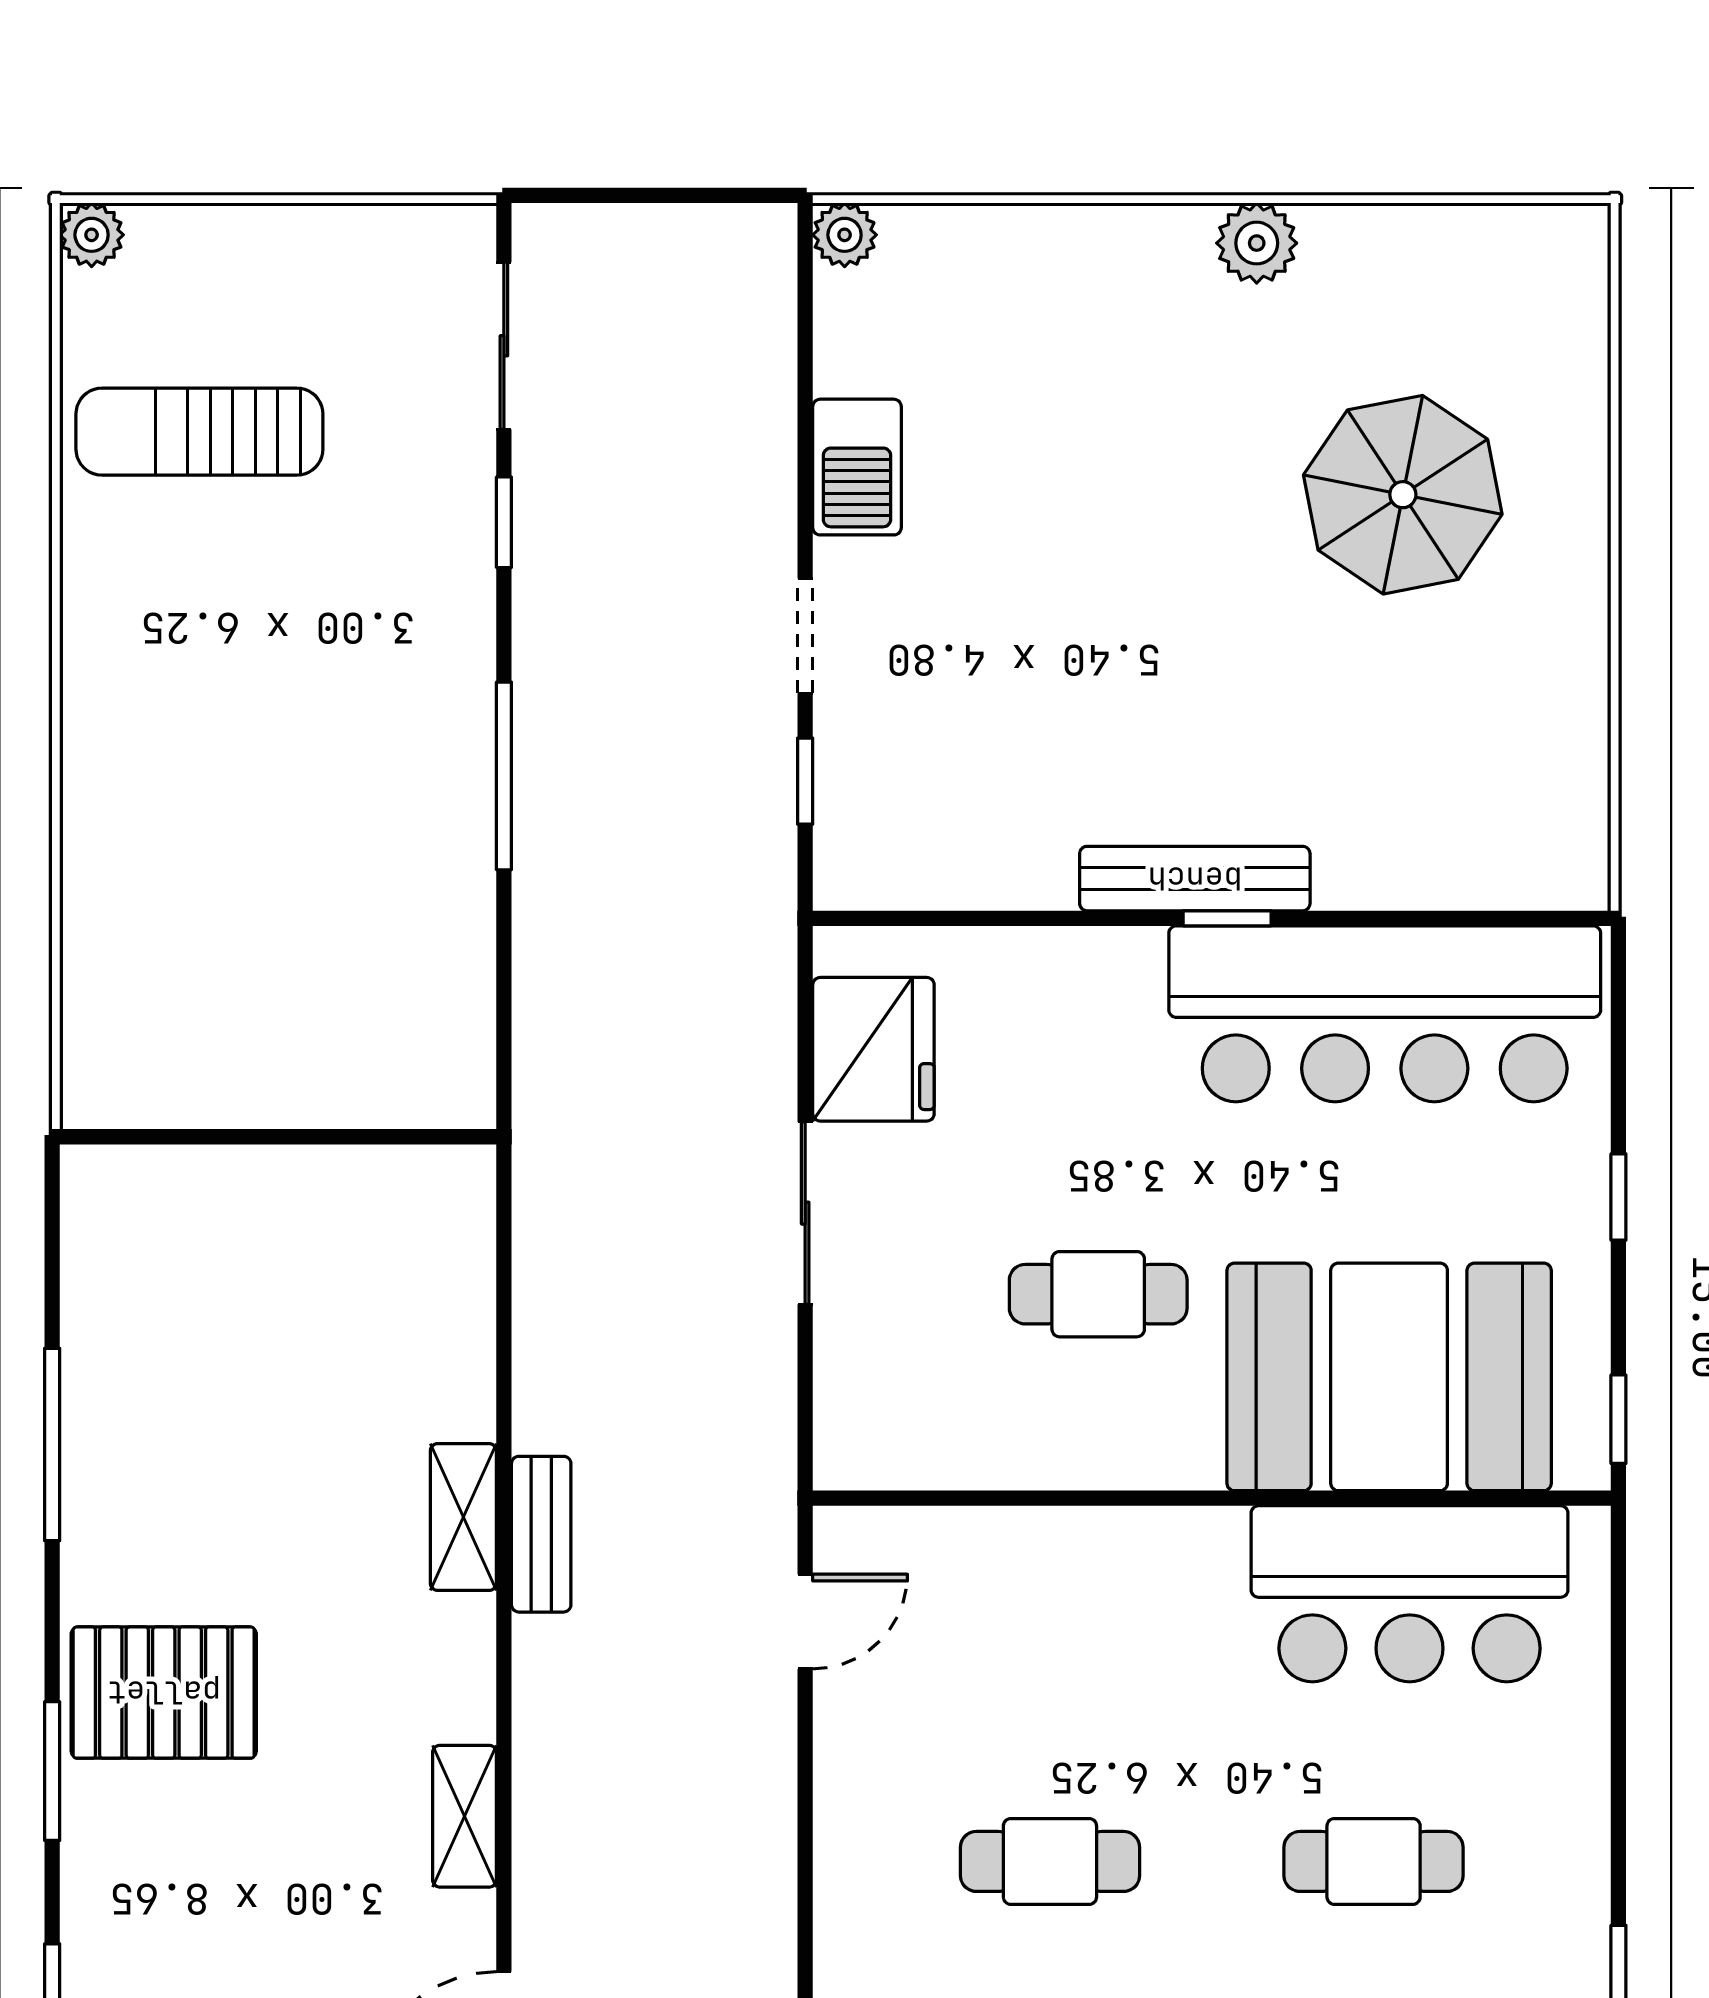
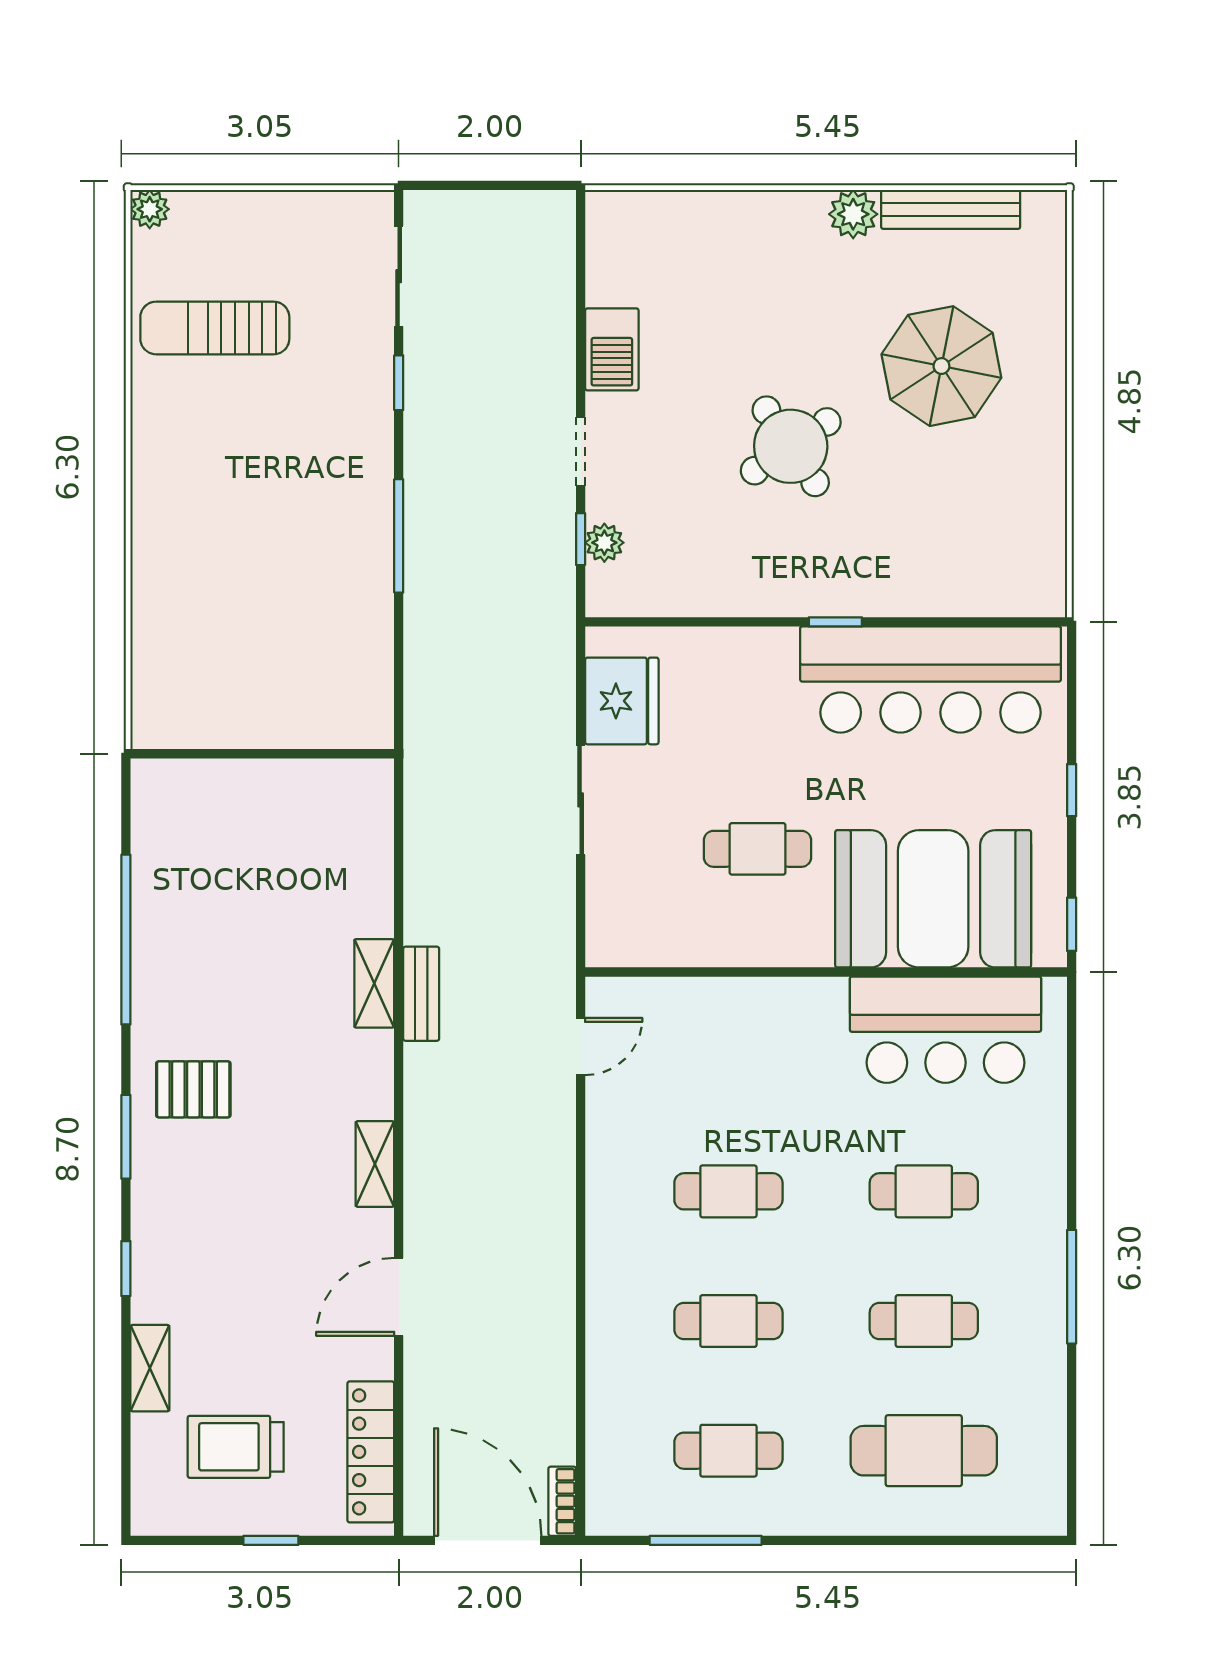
plant: (845, 235) -> (604, 543), moved
round table: (1153, 628) -> (791, 446), added
bench: (1195, 879) -> (951, 209), moved
window: (52, 1444) -> (126, 940), width x1.46
pallet: (164, 1693) -> (193, 1089), width x0.67, depth x0.71

